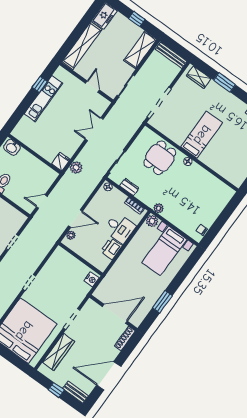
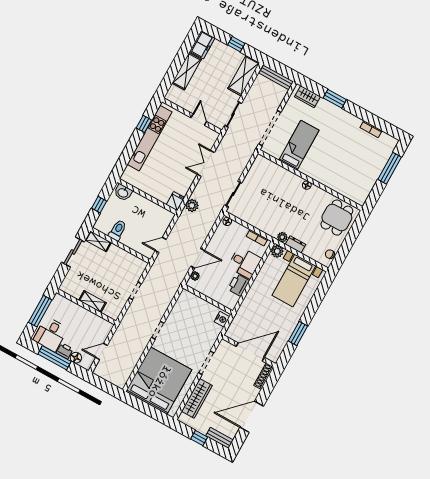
shelving: (82, 46) -> (187, 71), width x0.68
kitchen unit: (43, 99) -> (150, 138), width x1.36
bed: (202, 135) -> (299, 145), moved
dining table: (160, 158) -> (337, 218), moved
dresser: (129, 187) -> (295, 244), moved

